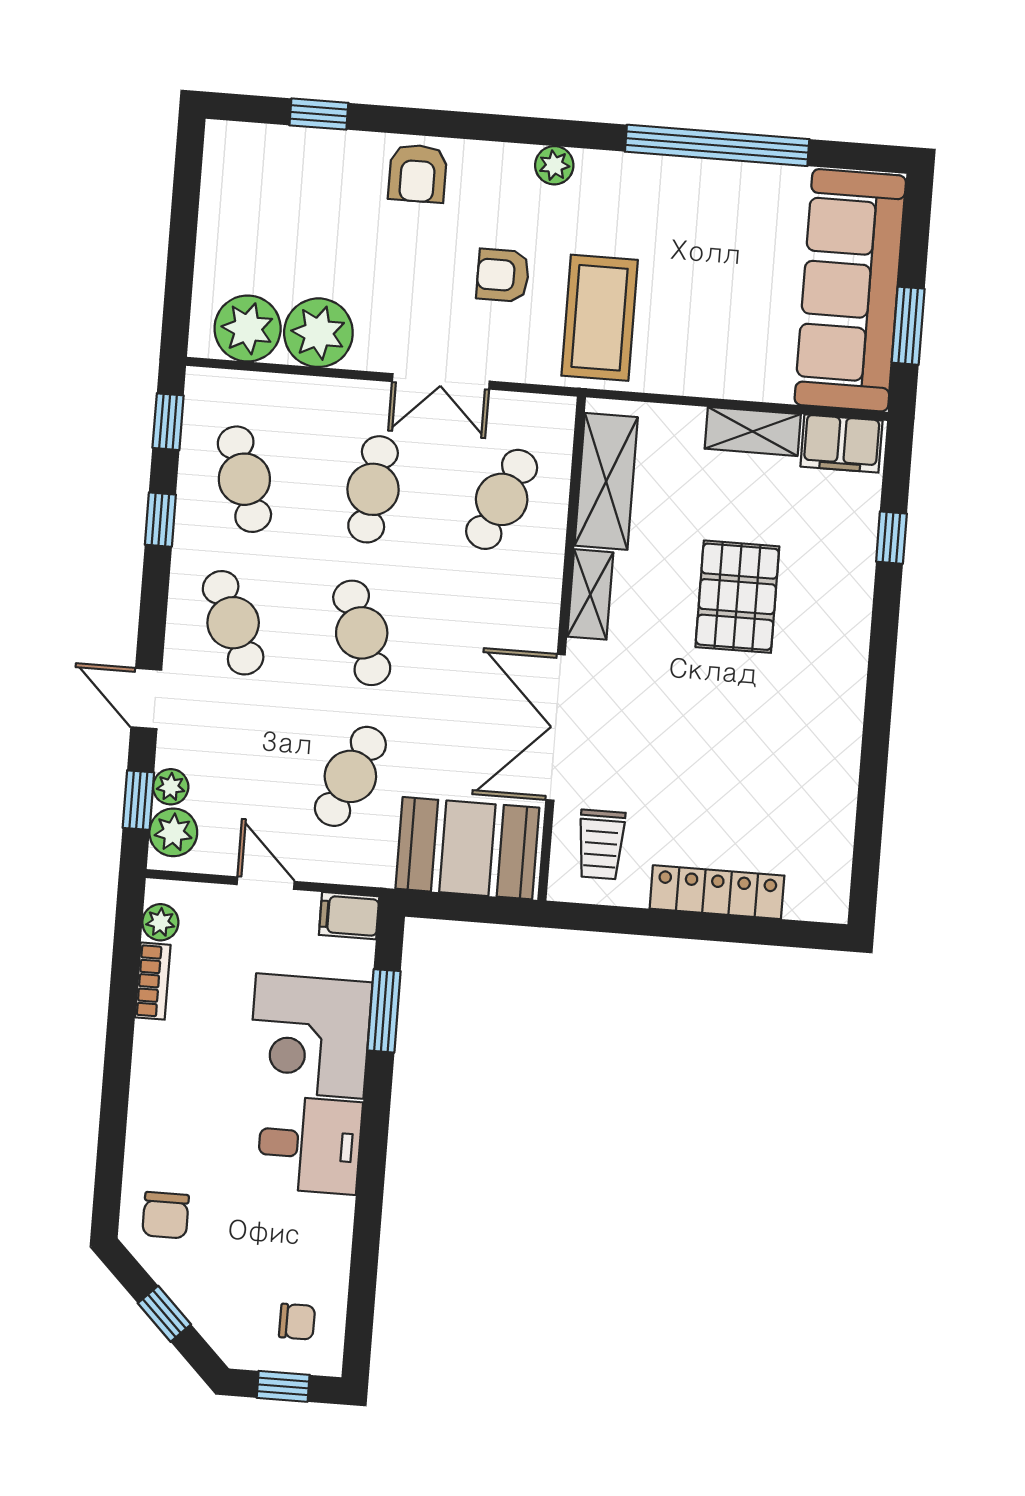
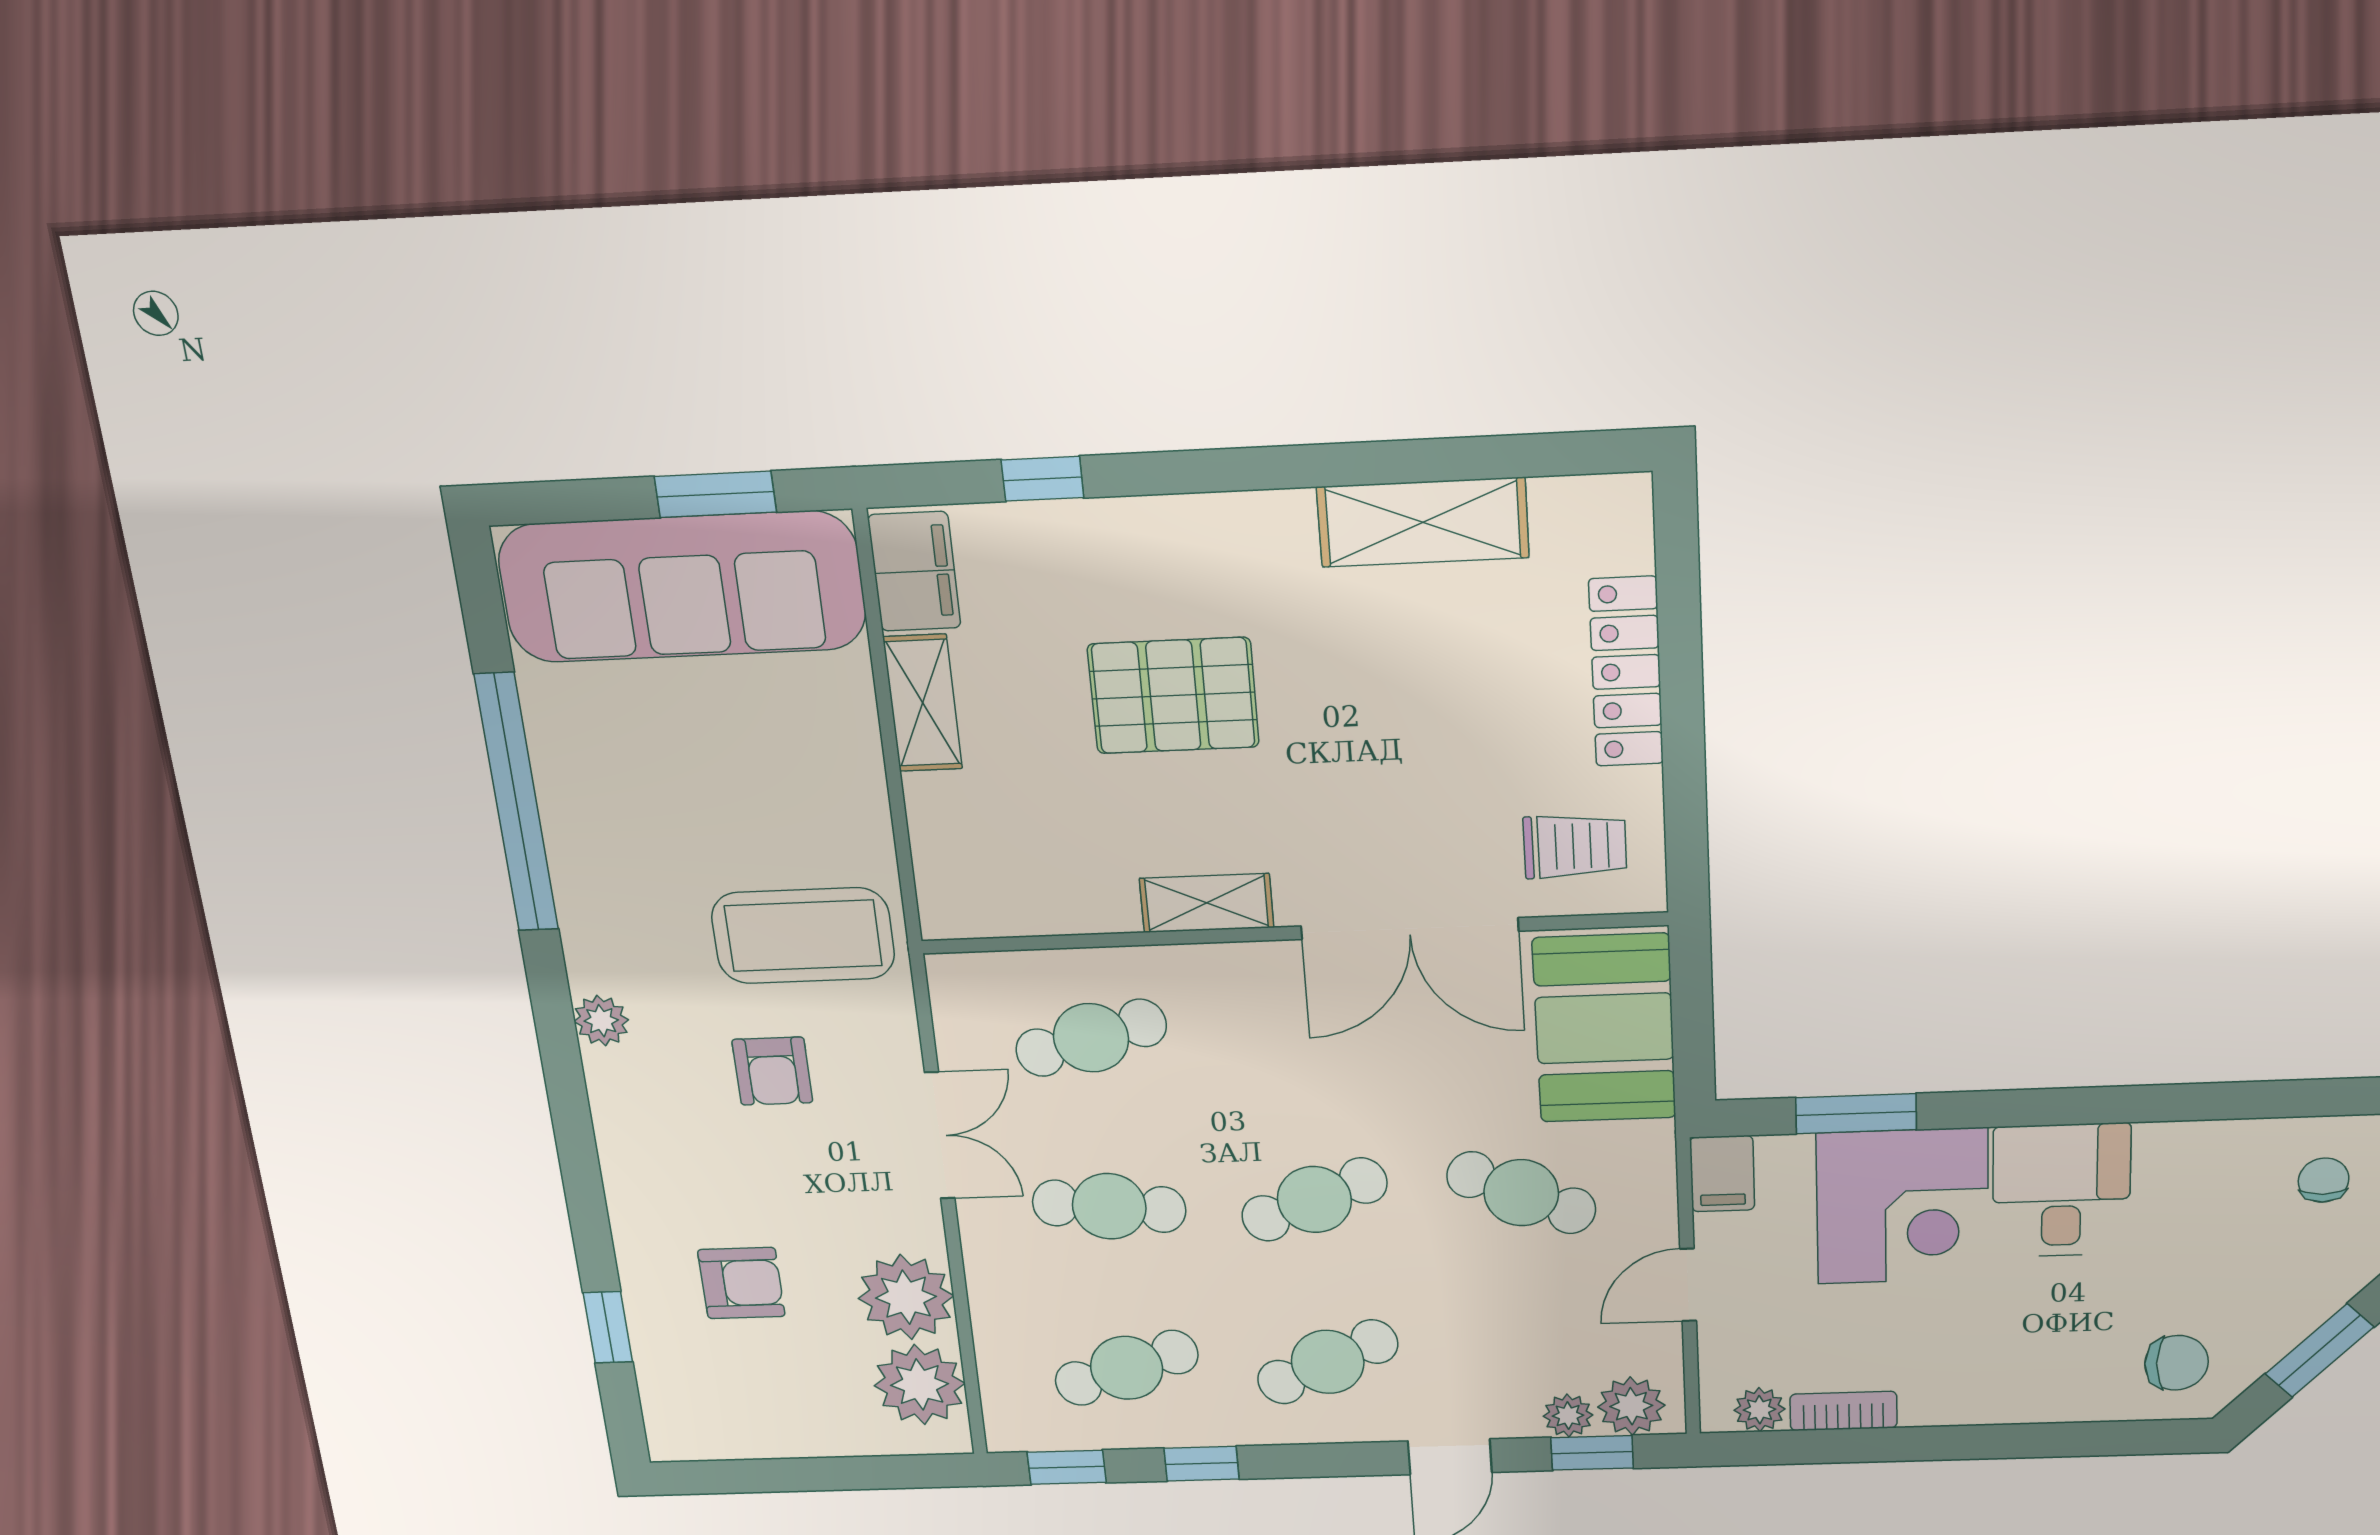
armchair: (418, 173) -> (741, 1283), moved
shelving: (606, 481) -> (1423, 522), moved
cafe table: (502, 499) -> (1091, 1038), turned -39
window: (164, 1314) -> (2319, 1350), width x1.50

